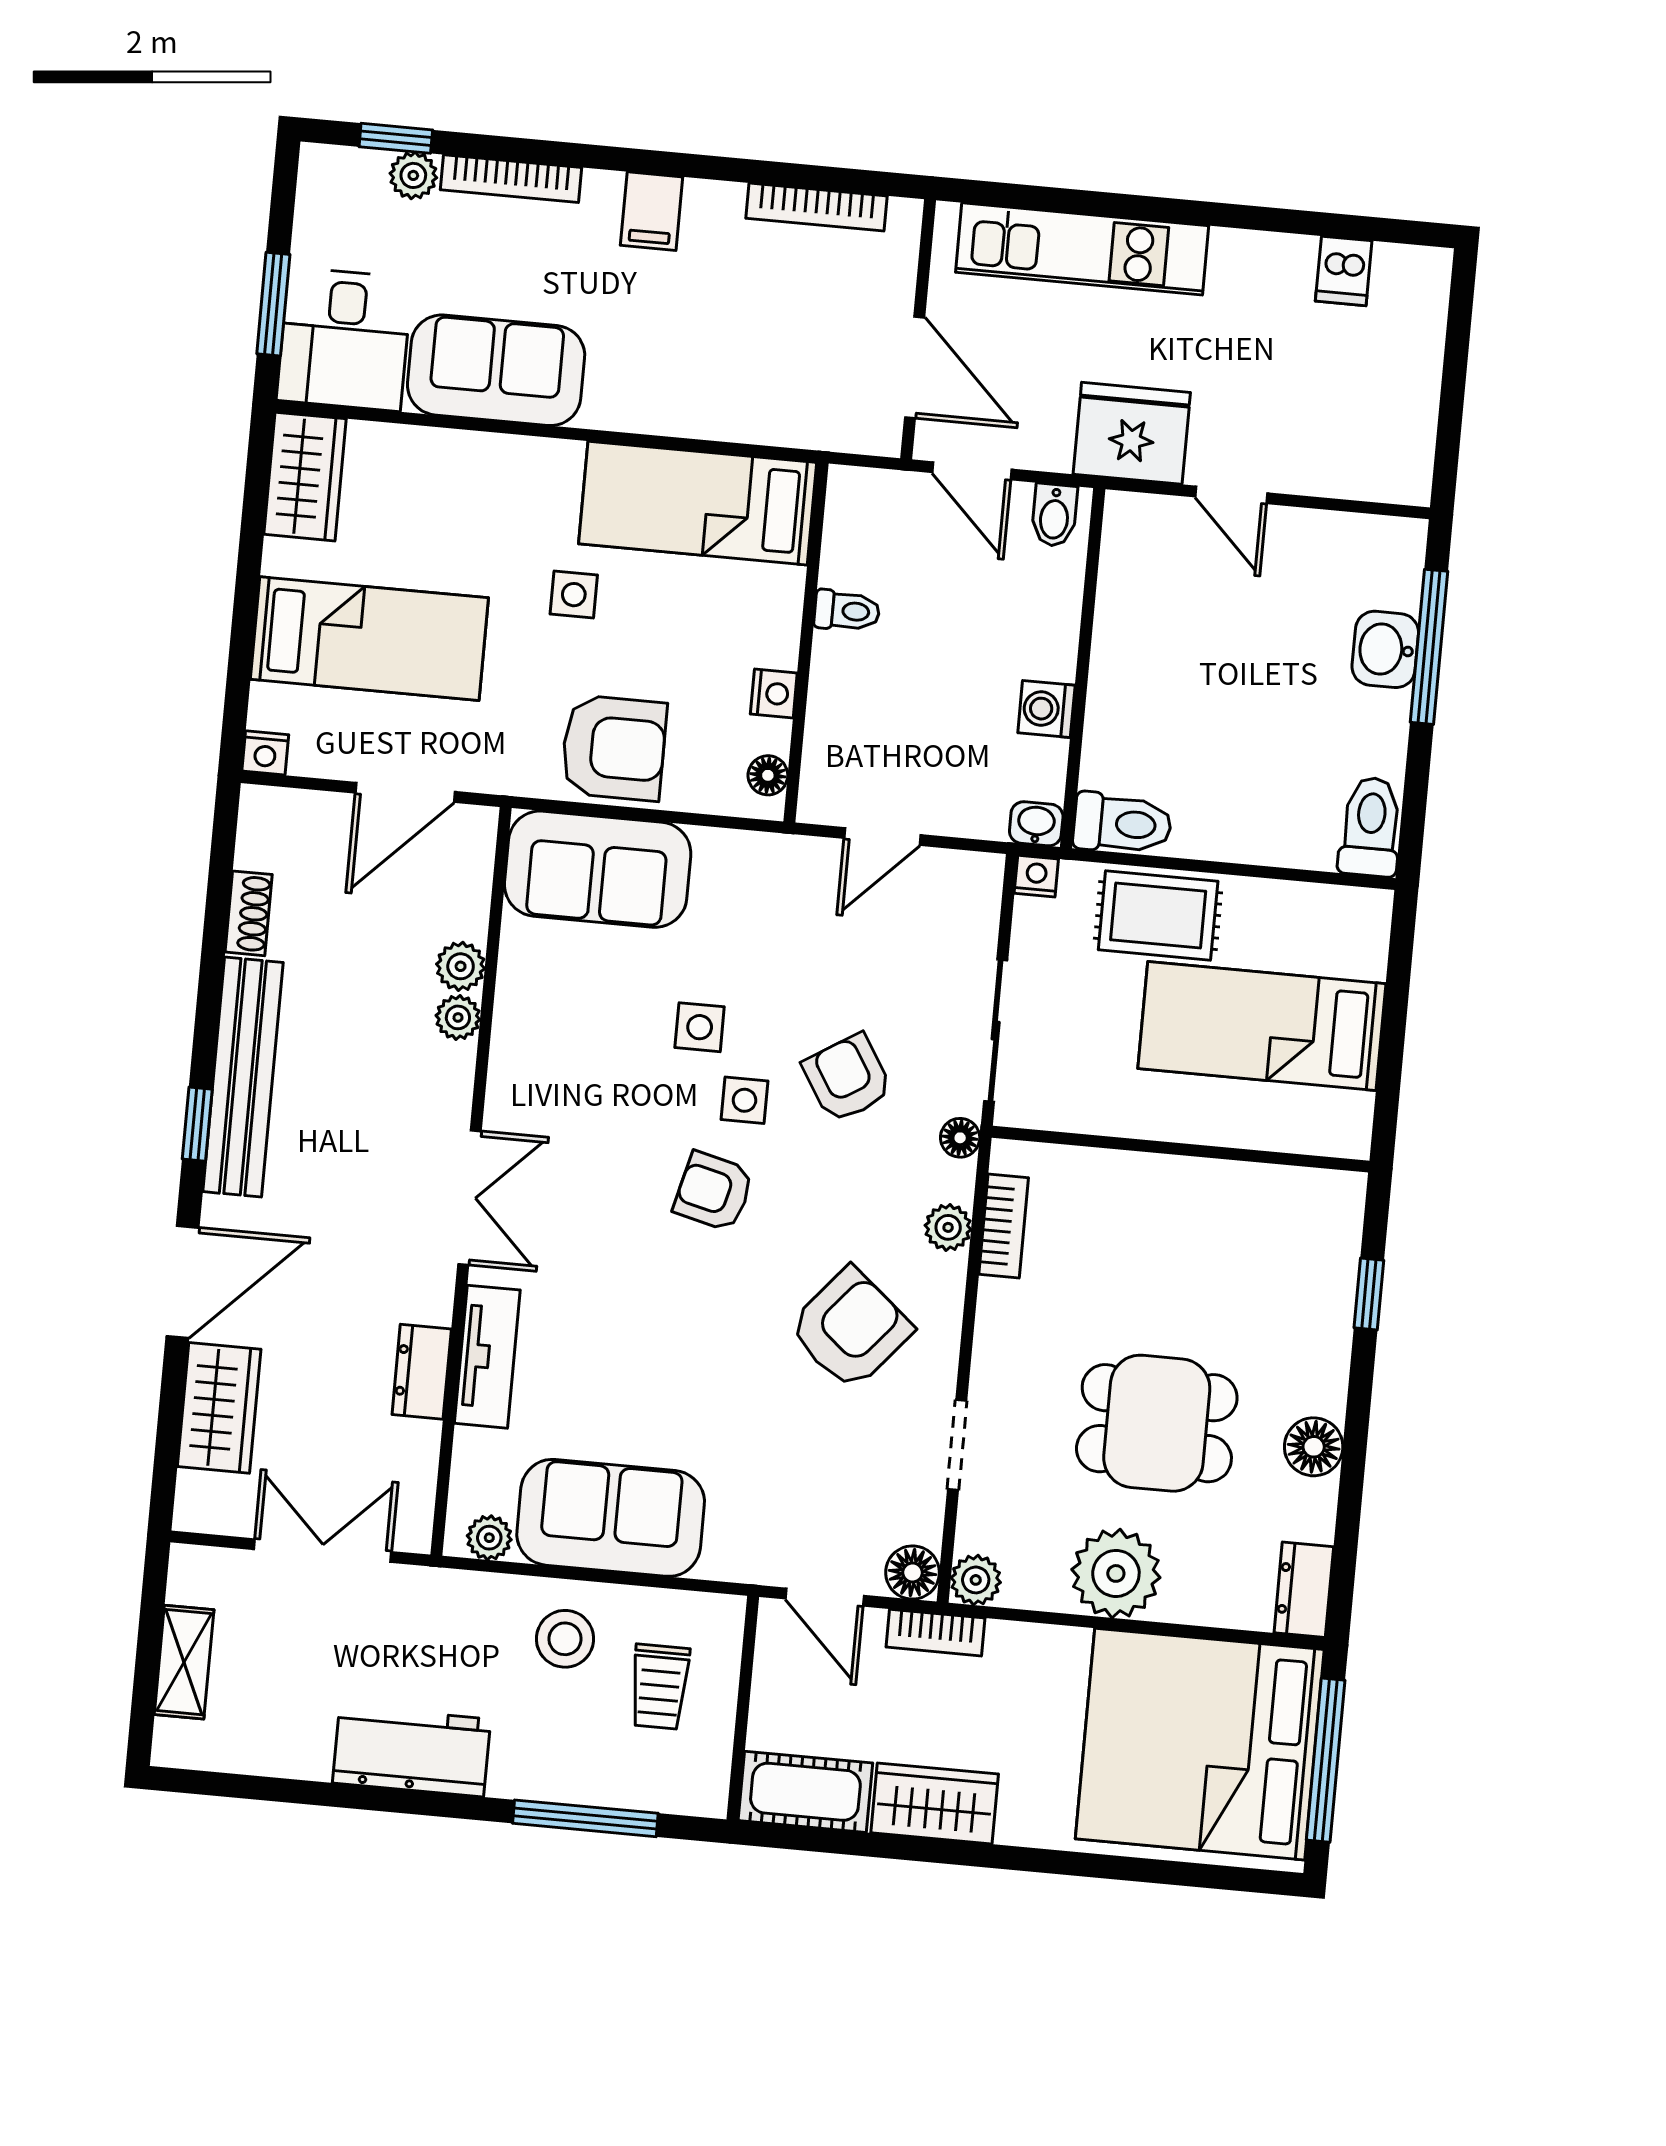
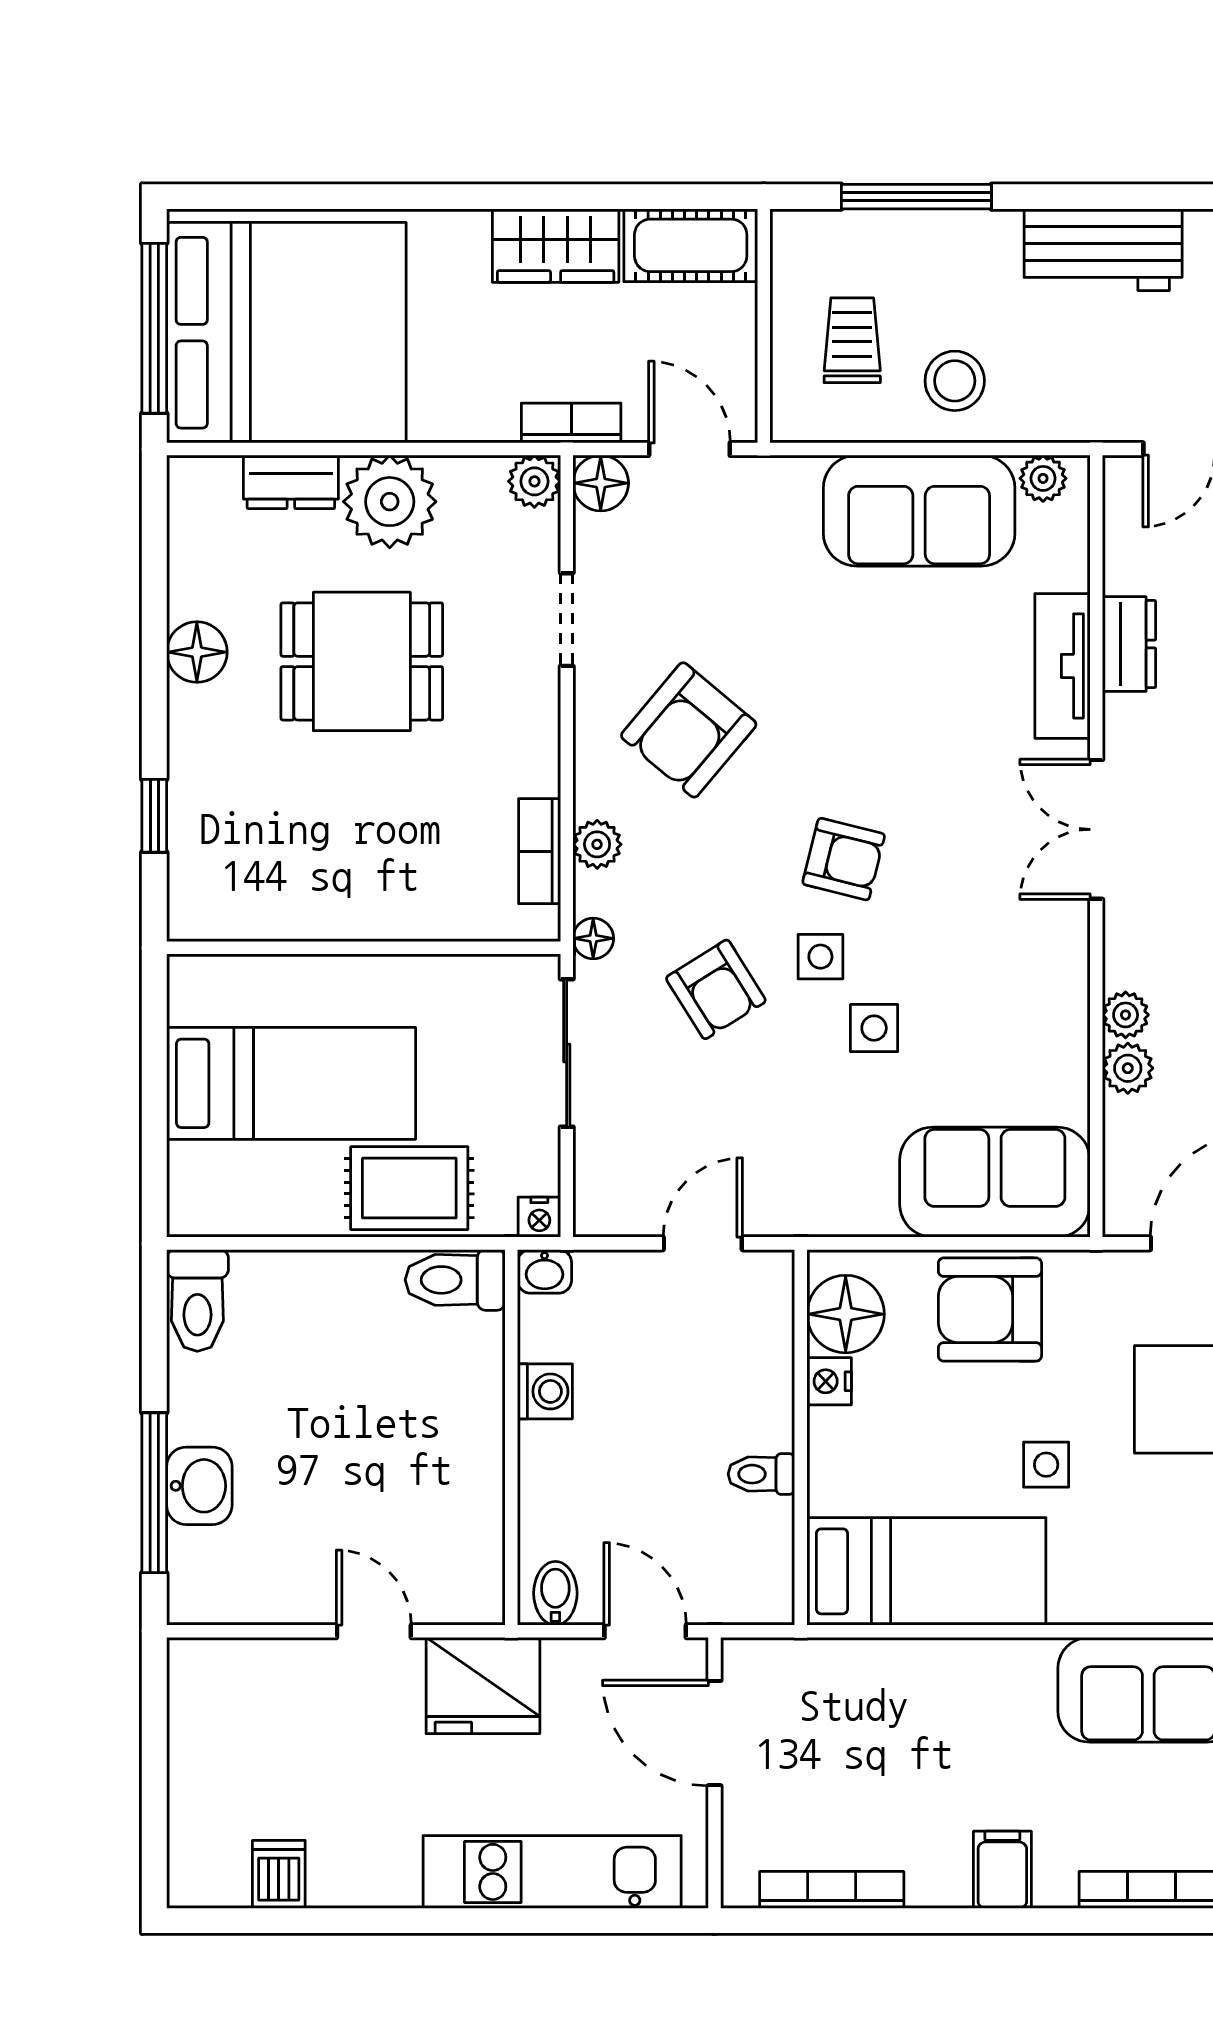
floor lamp: (768, 775) -> (846, 1314), width x1.89, depth x1.89
dresser: (1304, 1590) -> (291, 482), moved, turned 90

